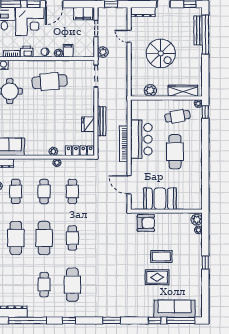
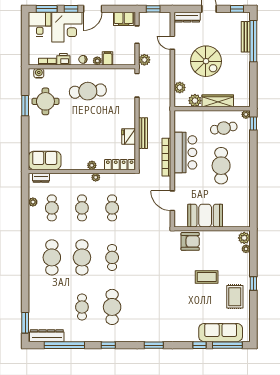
plant: (136, 78) -> (180, 87), added
wardrobe: (183, 91) -> (218, 101), moved
rug: (157, 277) -> (235, 297), moved, turned 90

